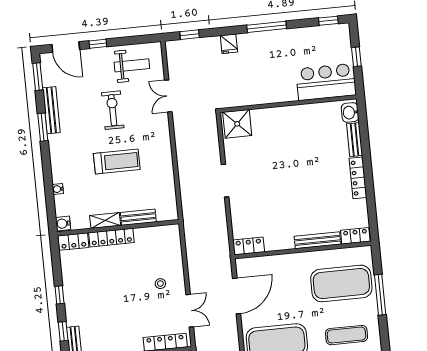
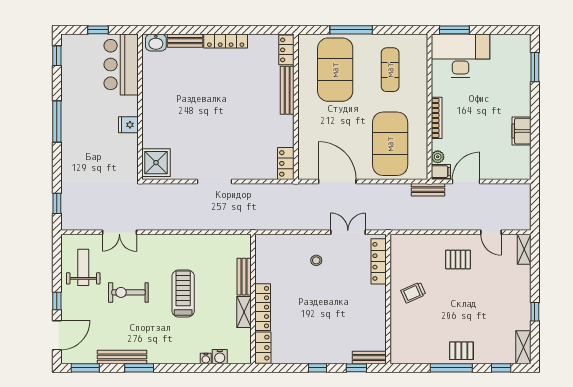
fridge: (229, 44) -> (128, 125), moved, turned 180
water cooler: (63, 224) -> (220, 357), moved

